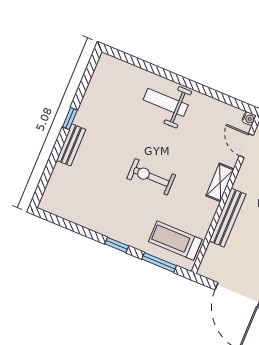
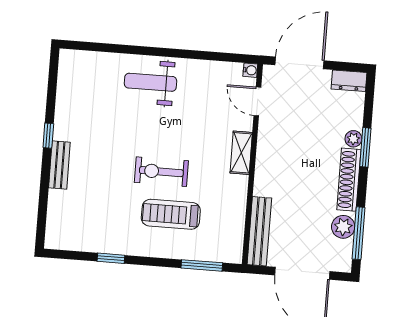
bench: (228, 218) -> (259, 231), moved
treadmill: (175, 240) -> (171, 214), moved
window: (117, 245) -> (111, 258), moved

